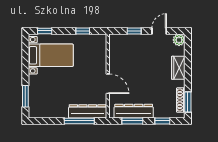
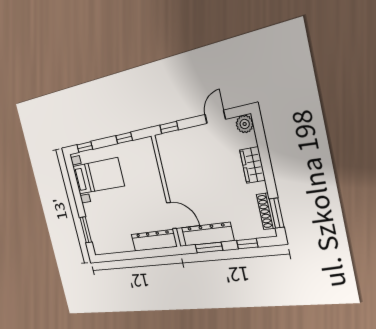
window: (134, 31) -> (169, 127), moved
door: (108, 84) -> (172, 216), moved
window: (79, 121) -> (148, 254), removed

